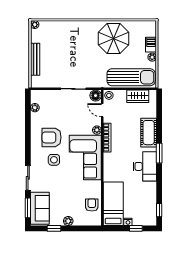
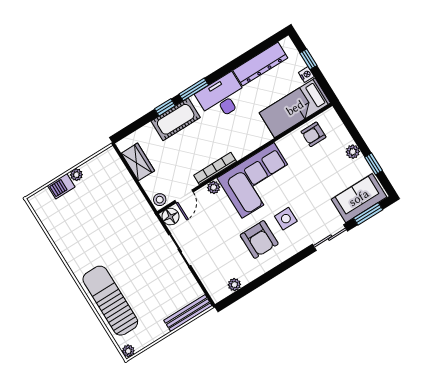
parasol: (113, 39) -> (83, 239), removed
bench: (35, 59) -> (188, 313), moved
sun lounger: (131, 77) -> (110, 301), moved
dresser: (150, 200) -> (260, 64), added
window: (159, 210) -> (165, 107), moved

